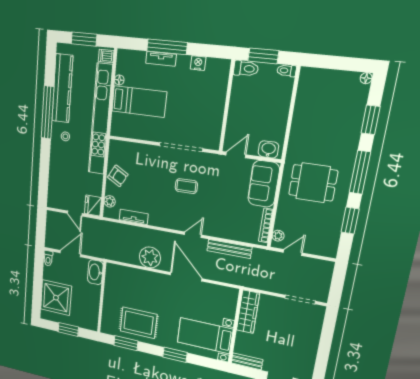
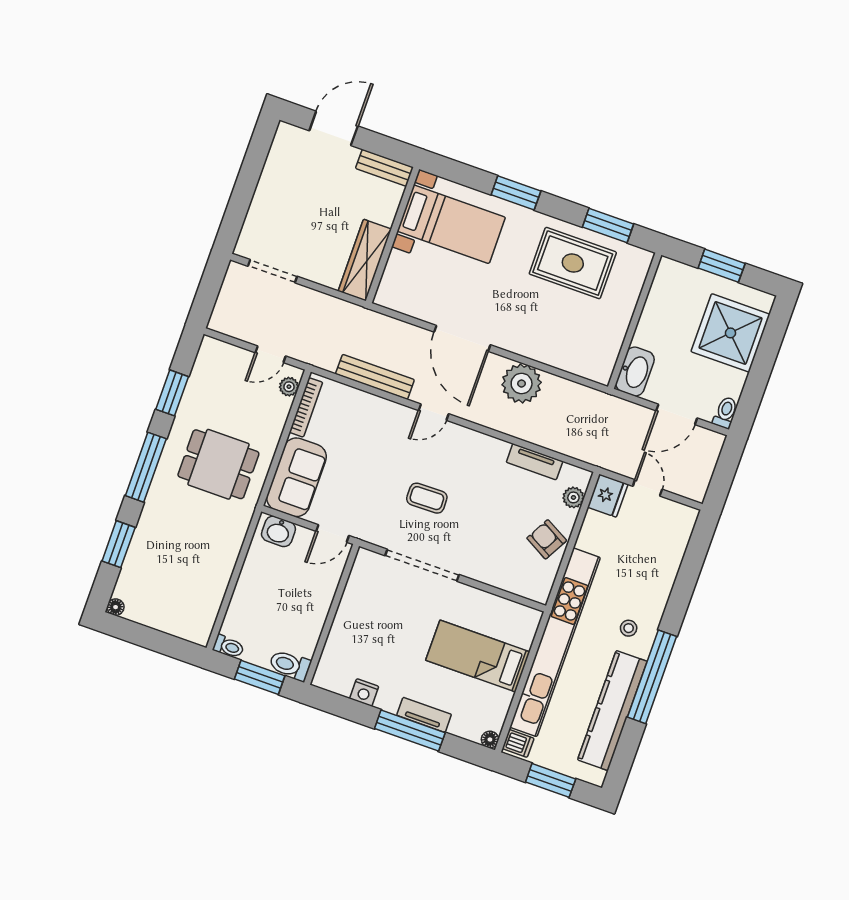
floor lamp: (119, 80) -> (490, 740), moved

